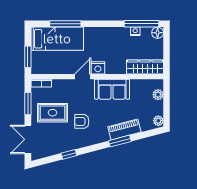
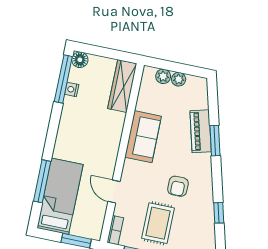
nightstand: (98, 68) -> (110, 150), removed
door: (83, 77) -> (114, 192), moved
plant: (158, 121) -> (179, 79), moved

